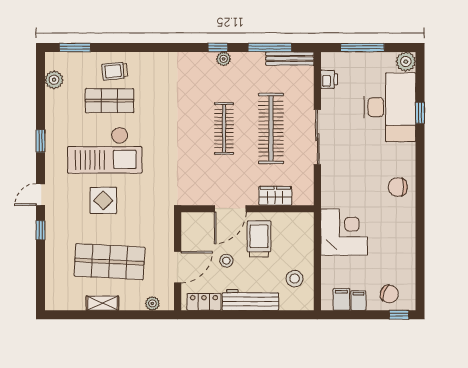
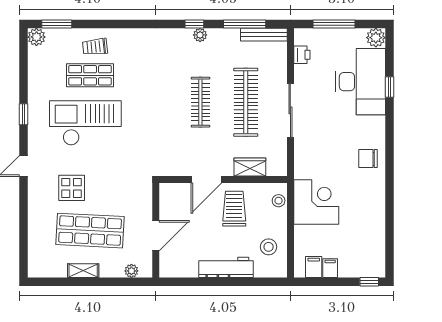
plant: (54, 80) -> (36, 37), moved
checkout: (105, 150) -> (85, 123), turned 180
display table: (103, 200) -> (72, 188), moved
window: (41, 230) -> (24, 200), removed
stool: (226, 261) -> (279, 201), moved
chair: (389, 294) -> (360, 262), removed
locker: (204, 302) -> (181, 269), removed

